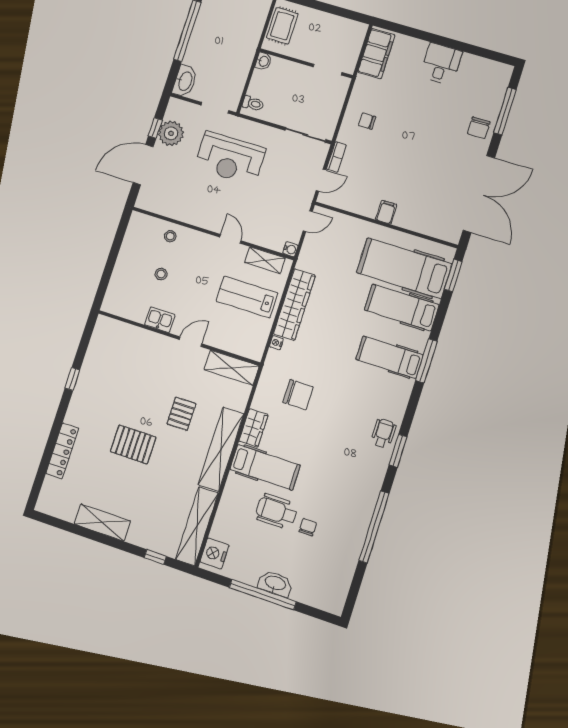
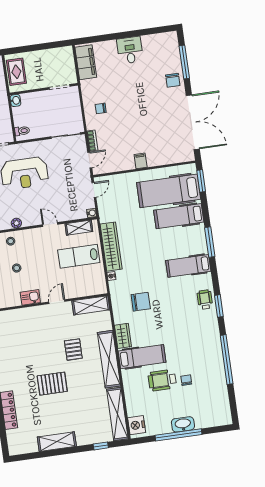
plant: (189, 217) -> (16, 223), added
hospital bed: (389, 357) -> (188, 266), moved

